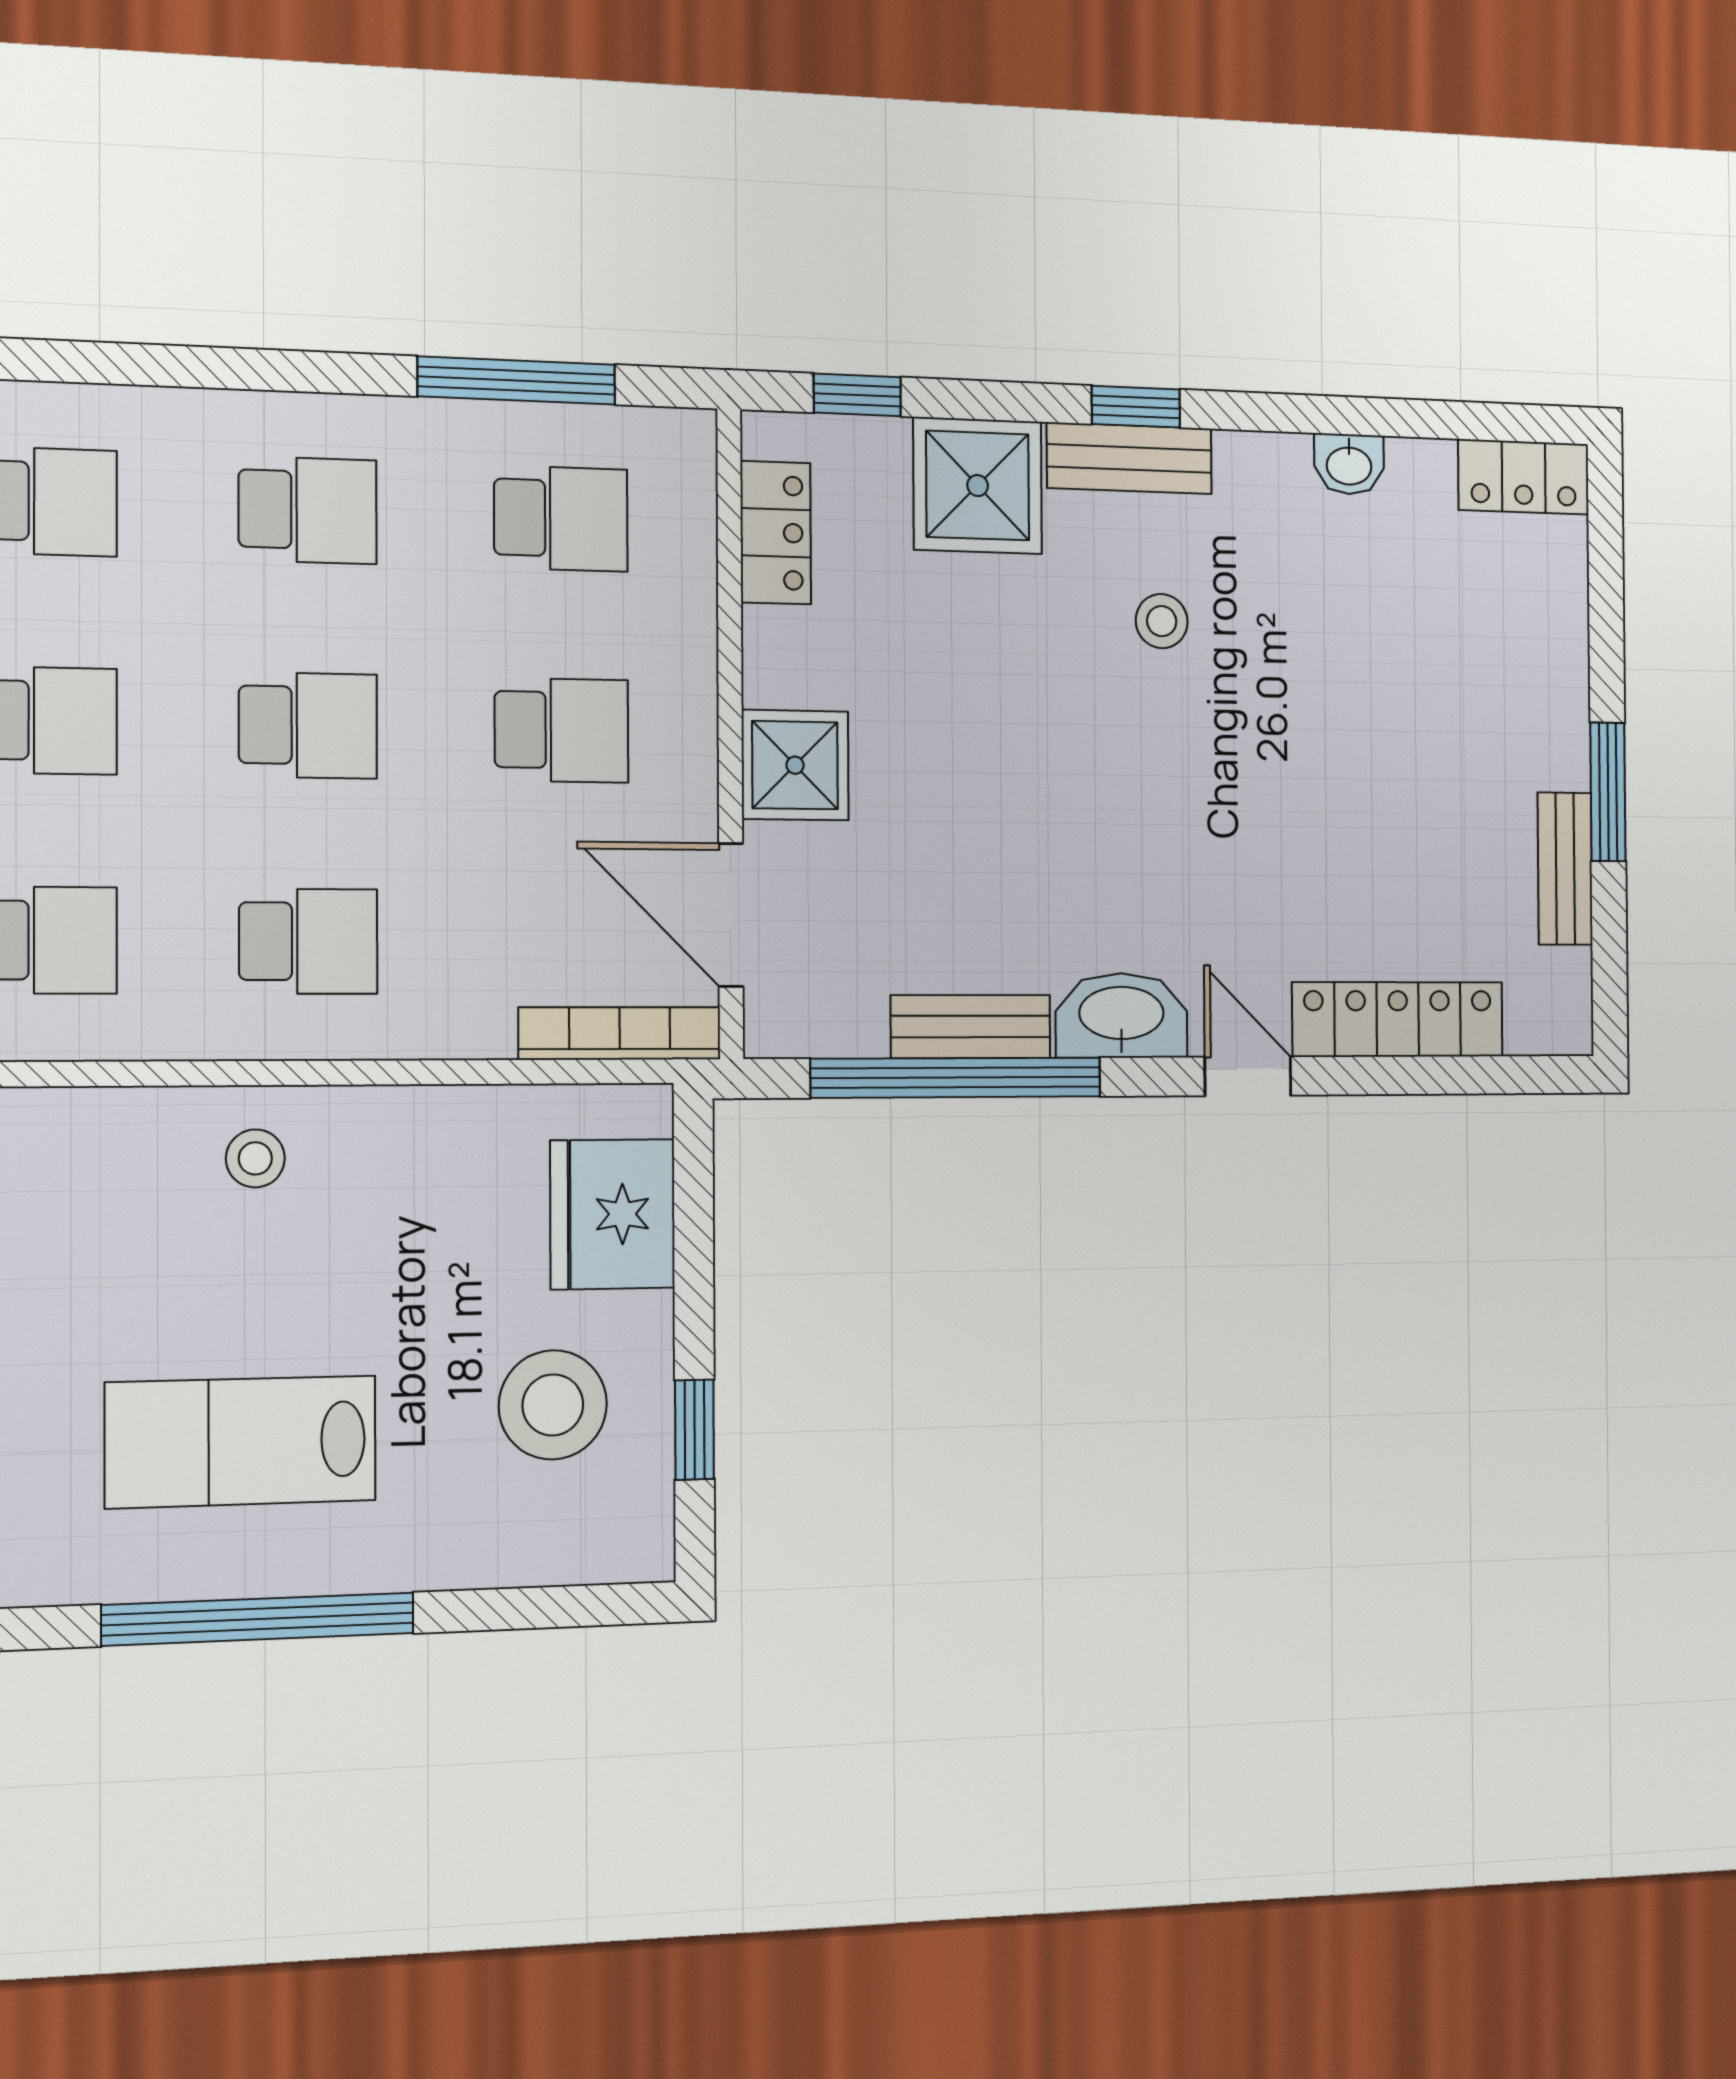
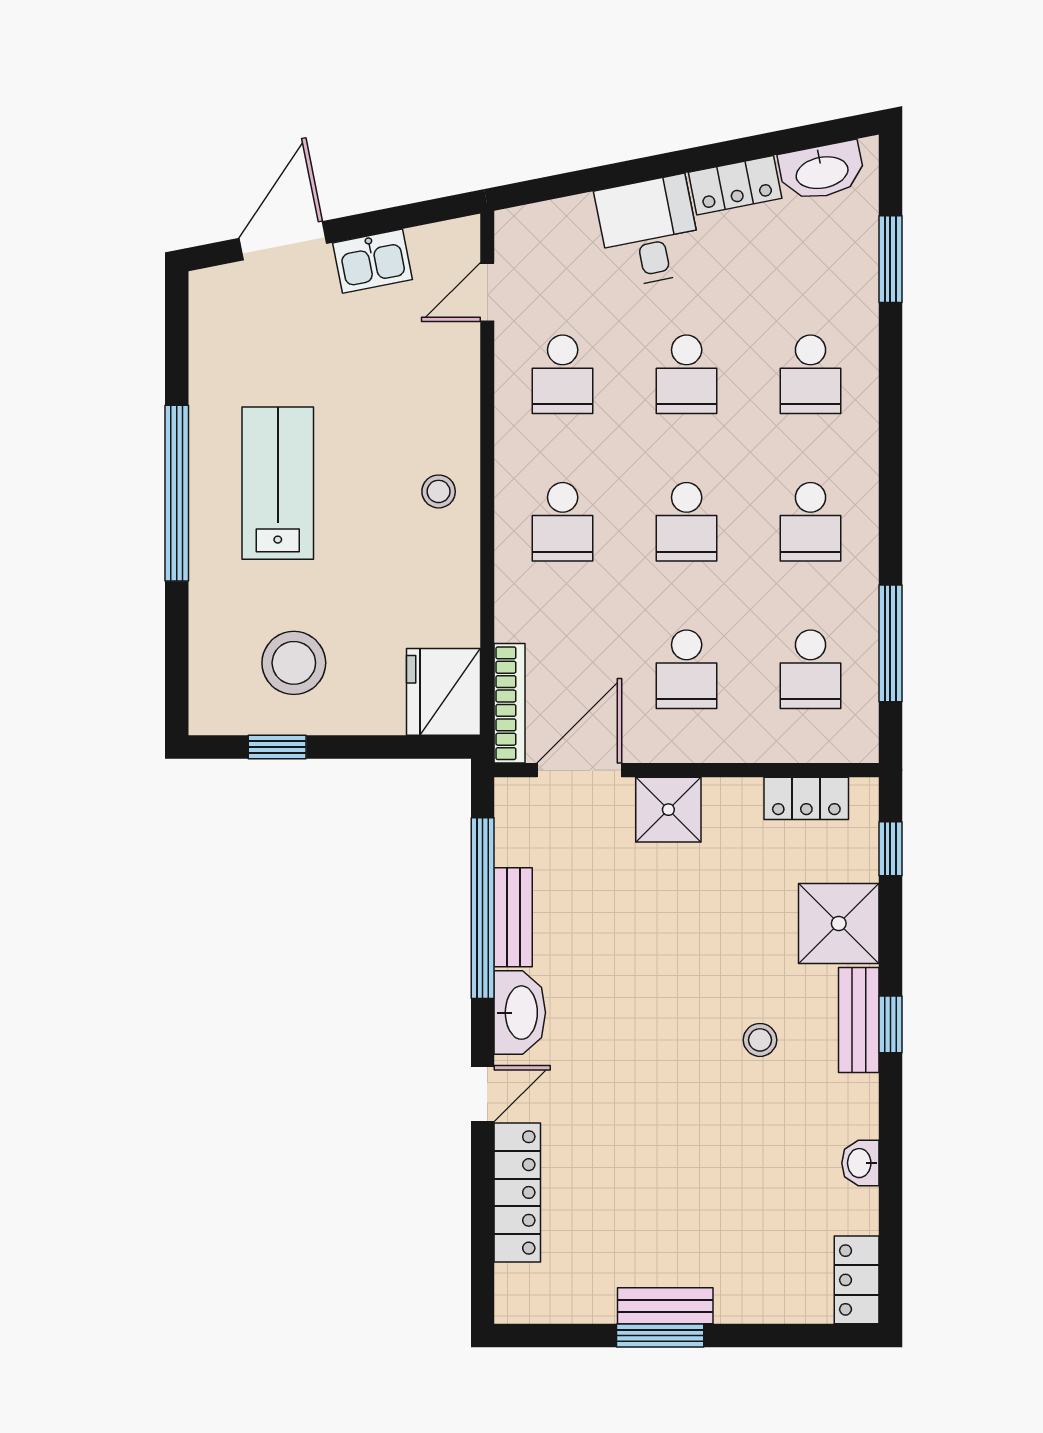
bench: (1565, 869) -> (665, 1306), moved
fridge: (613, 1214) -> (443, 692), moved, turned -90

